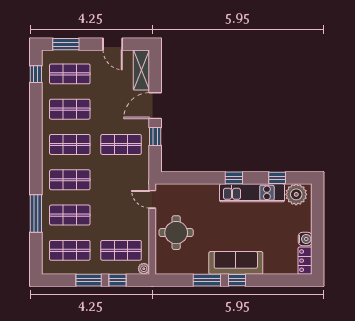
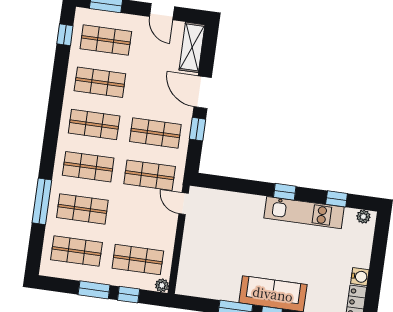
door: (155, 106) -> (203, 92), hinge flipped
shop shelf: (121, 180) -> (150, 175), added
plant: (296, 194) -> (363, 217), width x0.53, depth x0.53
round table: (176, 233) -> (207, 248), removed

